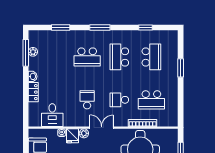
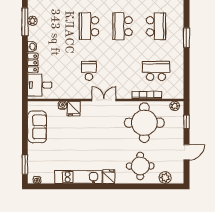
school desk: (87, 57) -> (89, 26), turned 90
school desk: (119, 100) -> (122, 71), removed
school desk: (151, 100) -> (156, 71), turned 180
desk: (52, 115) -> (40, 85), moved, turned 90
plant: (84, 133) -> (175, 106), moved

